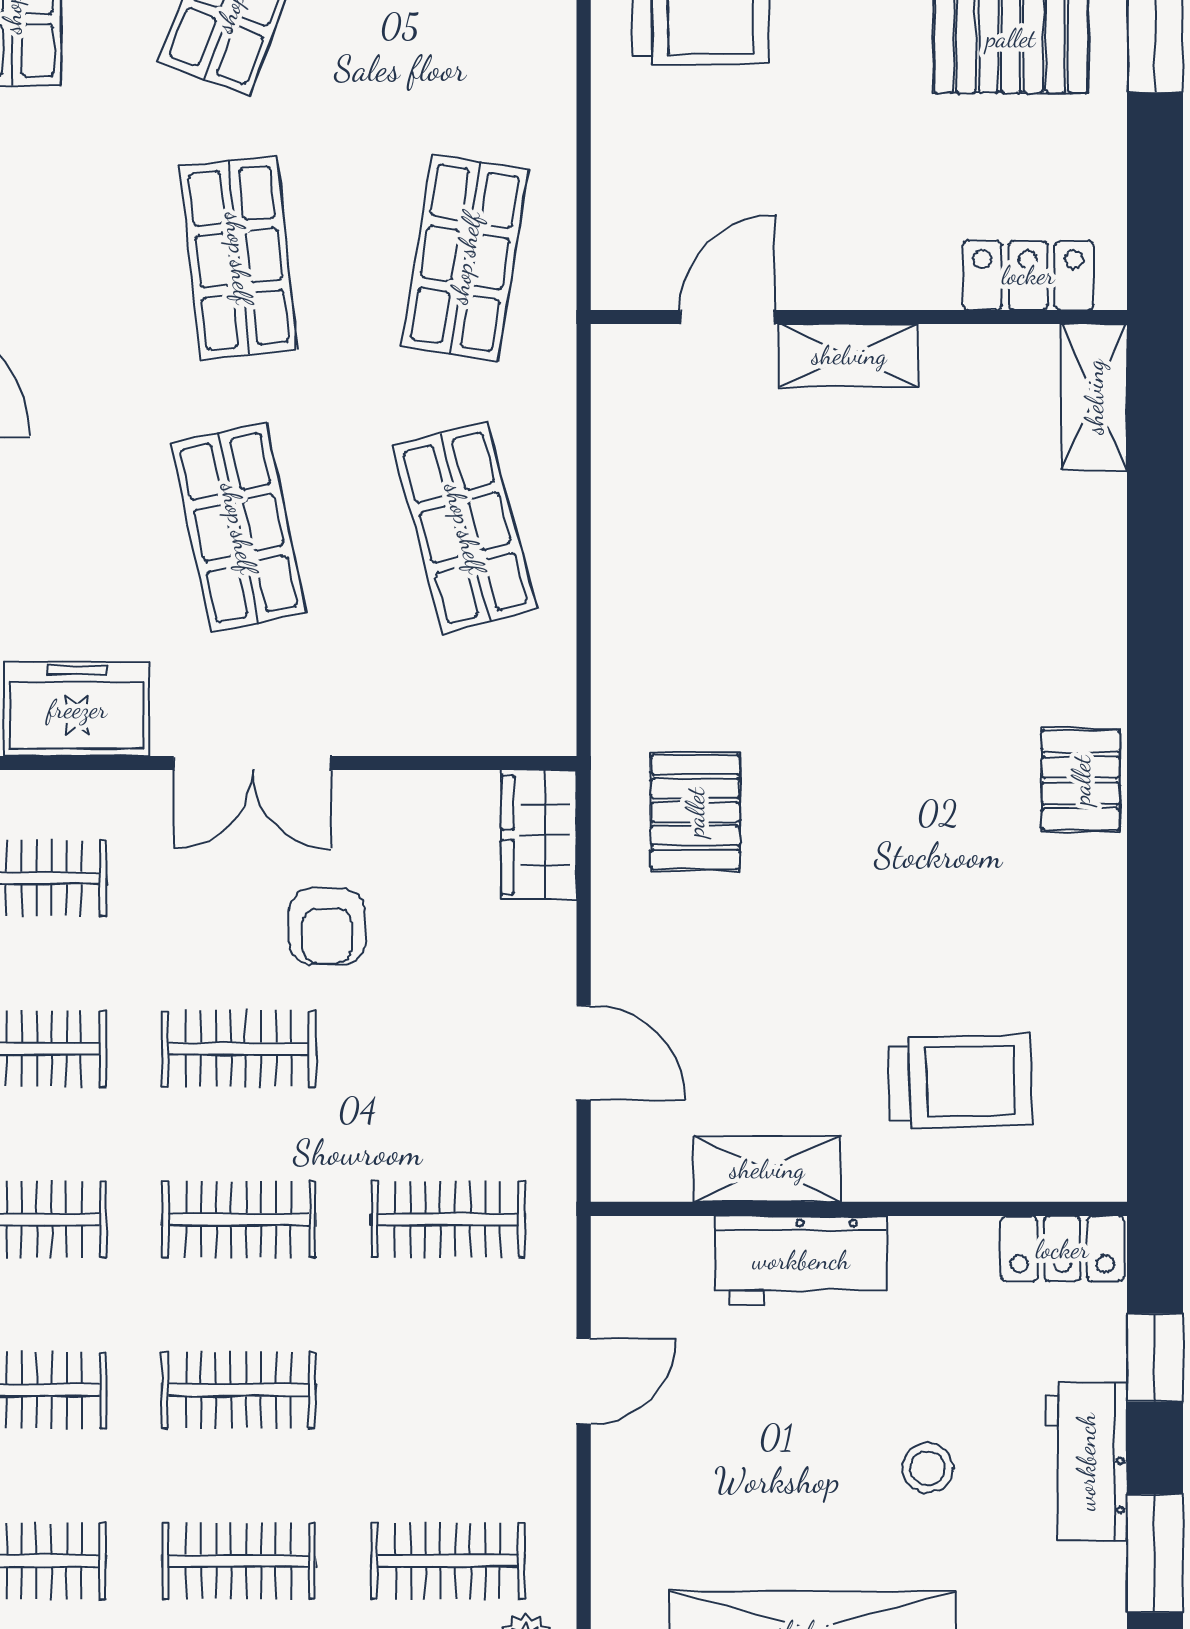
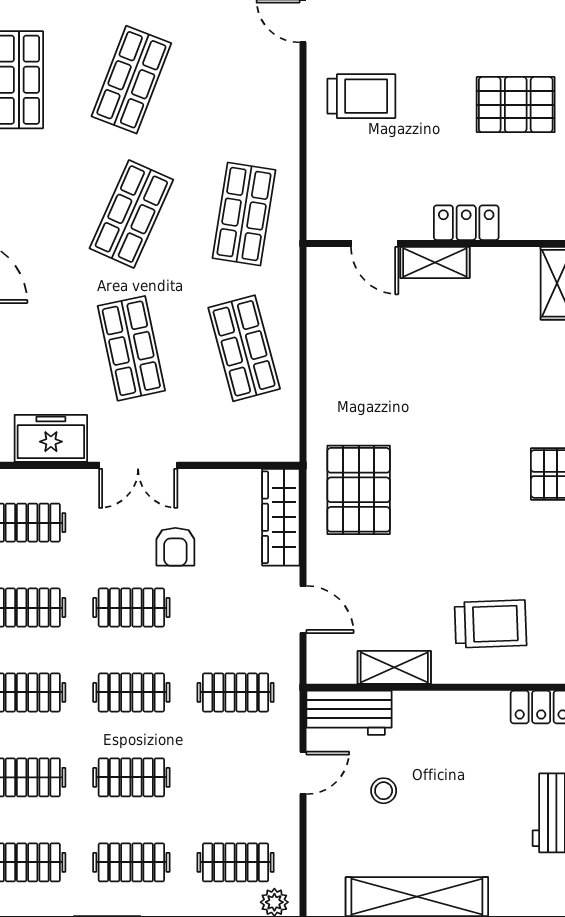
shop shelf: (239, 258) -> (131, 214), turned 30
locker: (1028, 275) -> (466, 223), moved
door: (728, 317) -> (375, 243), swing flipped
pallet: (695, 812) -> (359, 490), width x1.50, depth x1.42
wardrobe: (539, 835) -> (281, 517), width x1.50
workbench: (801, 1260) -> (349, 713), moved
stool: (928, 1468) -> (384, 791), moved

